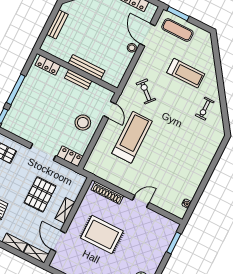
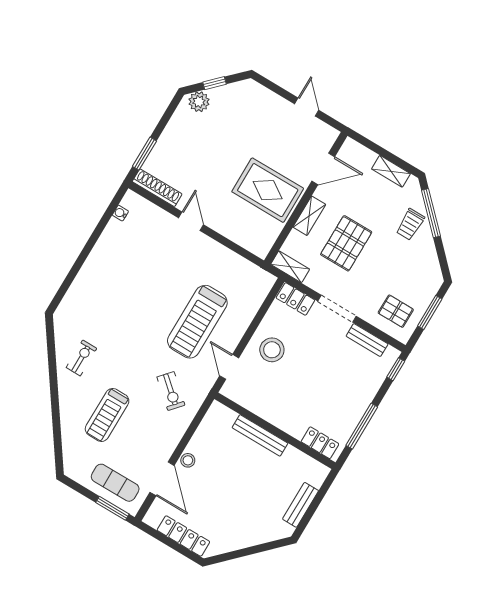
treadmill: (186, 73) -> (107, 415), turned -90
bench: (78, 79) -> (367, 340), moved
window: (16, 89) -> (362, 426), moved
shoe rack: (107, 193) -> (157, 188), moved
door: (141, 201) -> (191, 221), swing flipped
rug: (102, 234) -> (268, 190), moved
door: (58, 241) -> (323, 169), hinge flipped
shelving: (36, 254) -> (290, 267), moved

